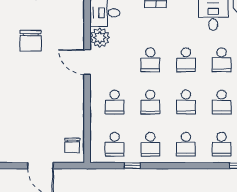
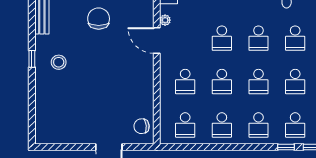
plant: (100, 38) -> (165, 20), width x0.53, depth x0.53
chair: (30, 41) -> (99, 19), turned 180
chair: (72, 145) -> (142, 126), turned 84
window: (132, 166) -> (286, 147), moved

